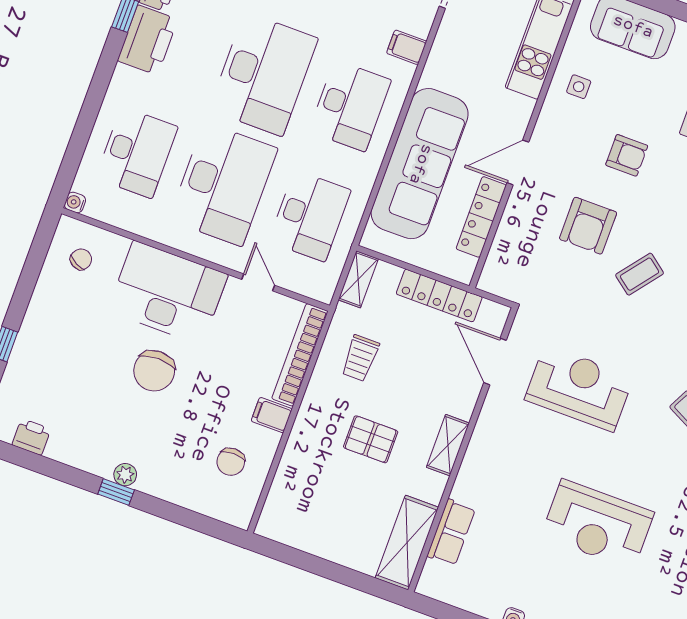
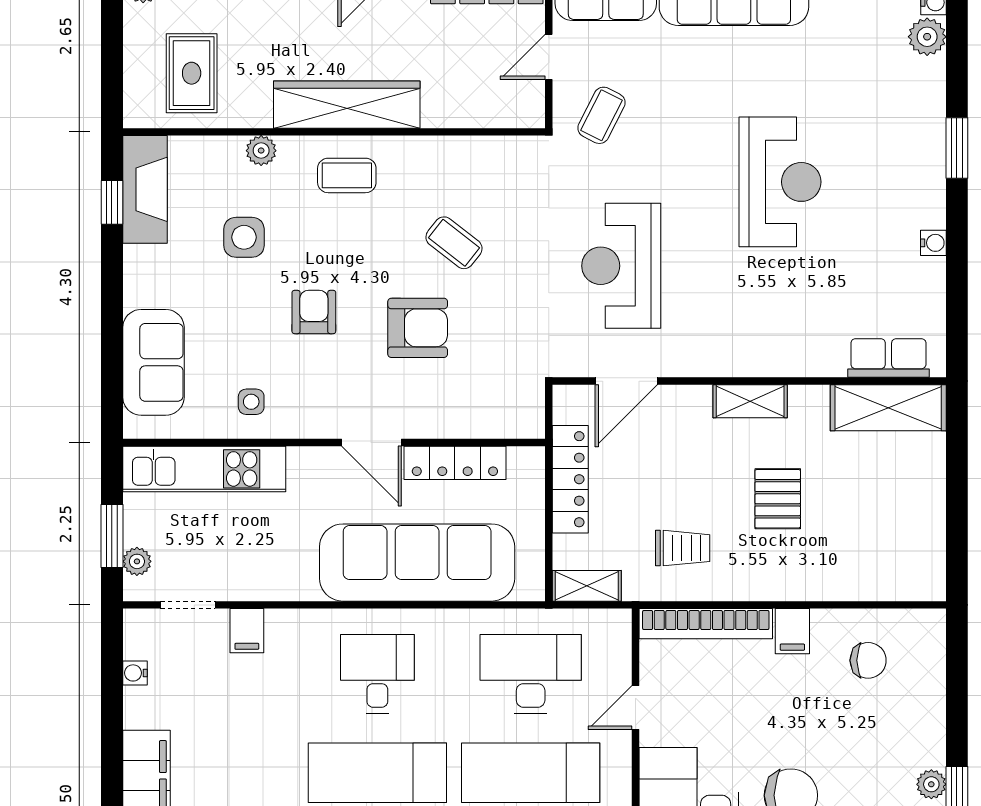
filing cabinet: (407, 47) -> (247, 631), moved
desk: (350, 106) -> (377, 674), width x0.73
row of seats: (451, 532) -> (888, 358), moved

